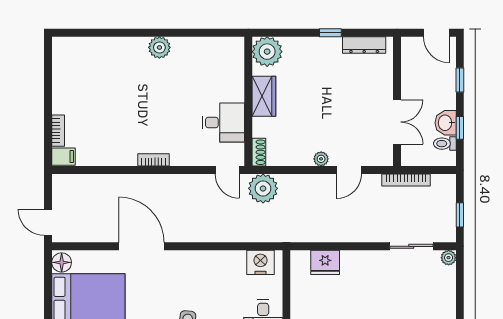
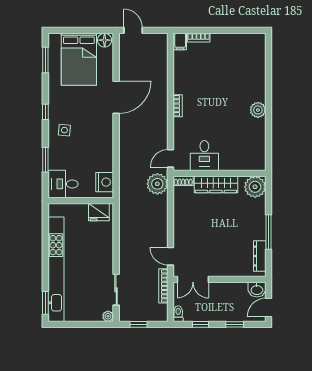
window: (330, 33) -> (268, 232), width x2.17
wardrobe: (264, 96) -> (216, 184), width x1.50
double door: (397, 122) -> (193, 279), moved
washbasin: (446, 123) -> (257, 290), moved, turned 180
toilet: (445, 144) -> (178, 314), moved
plant: (321, 159) -> (178, 225), removed
door: (349, 170) -> (171, 256), moved
door: (48, 222) -> (133, 30), hinge flipped
fridge: (325, 262) -> (99, 212), moved, turned -90

